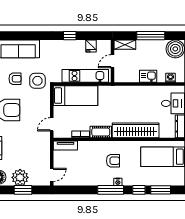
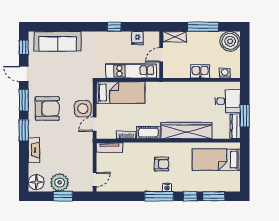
armchair: (15, 79) -> (54, 74), removed
side table: (37, 81) -> (83, 109), moved

